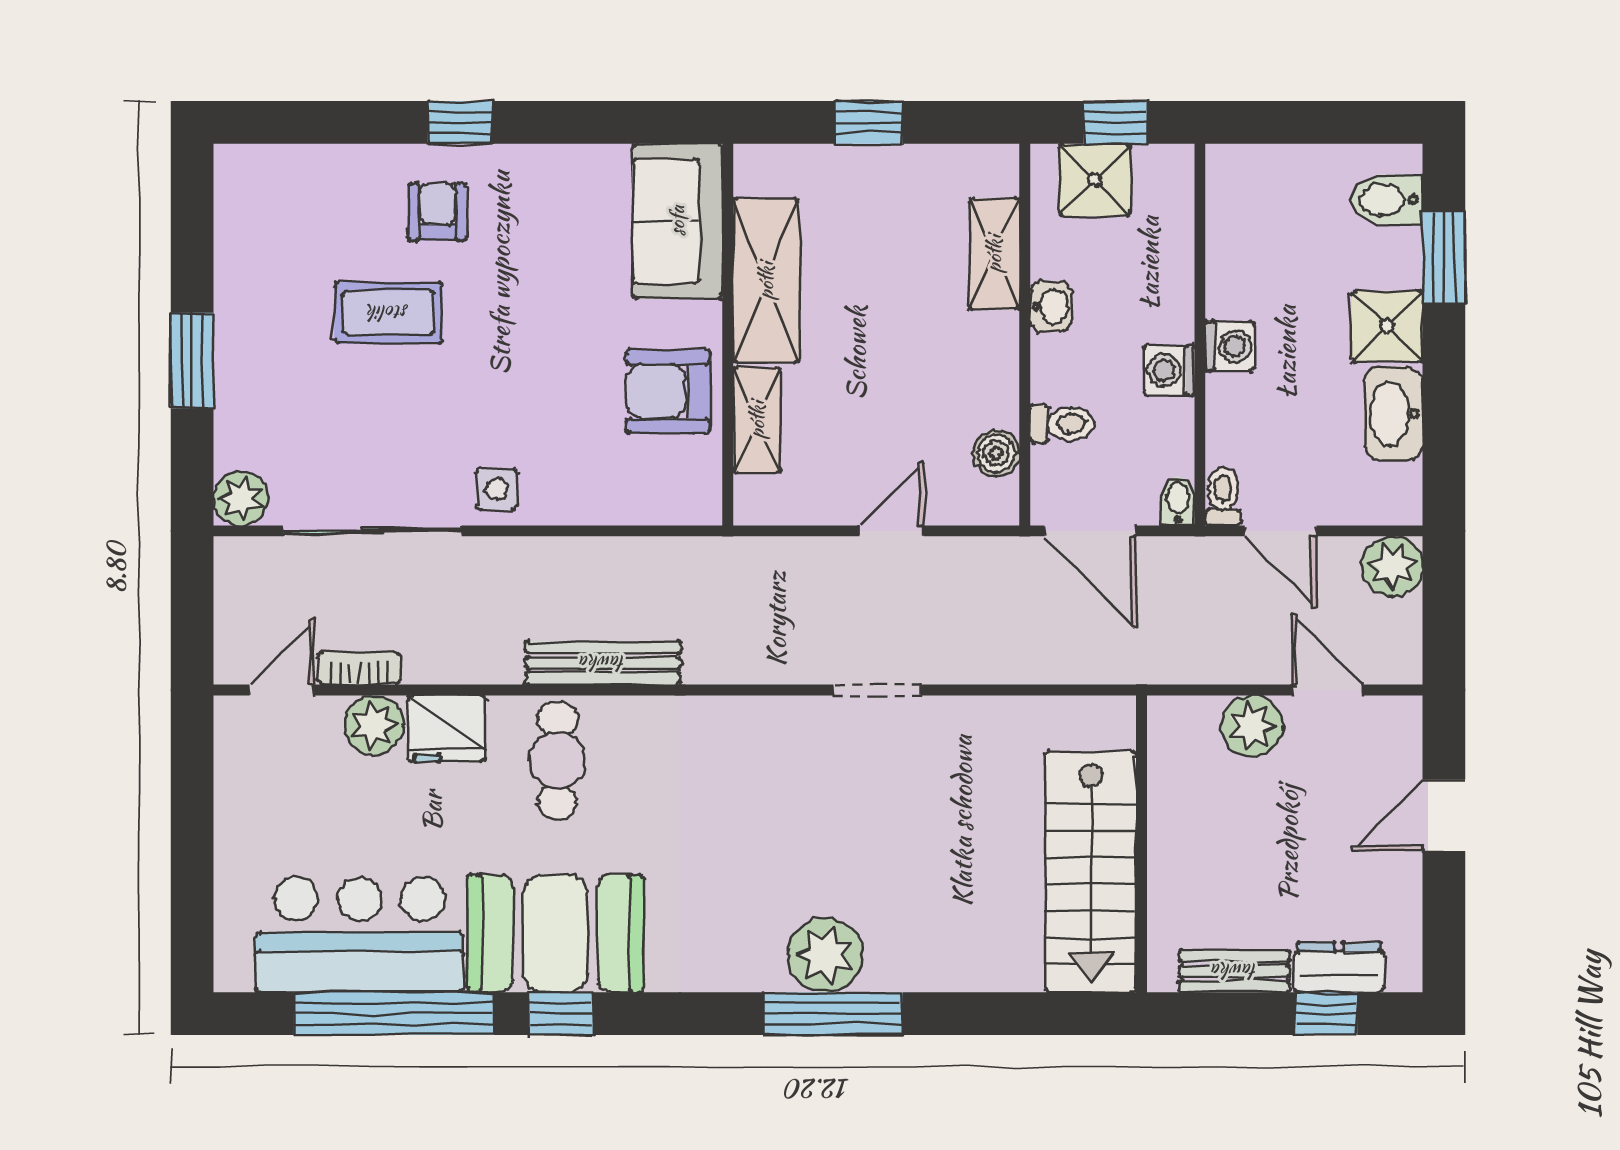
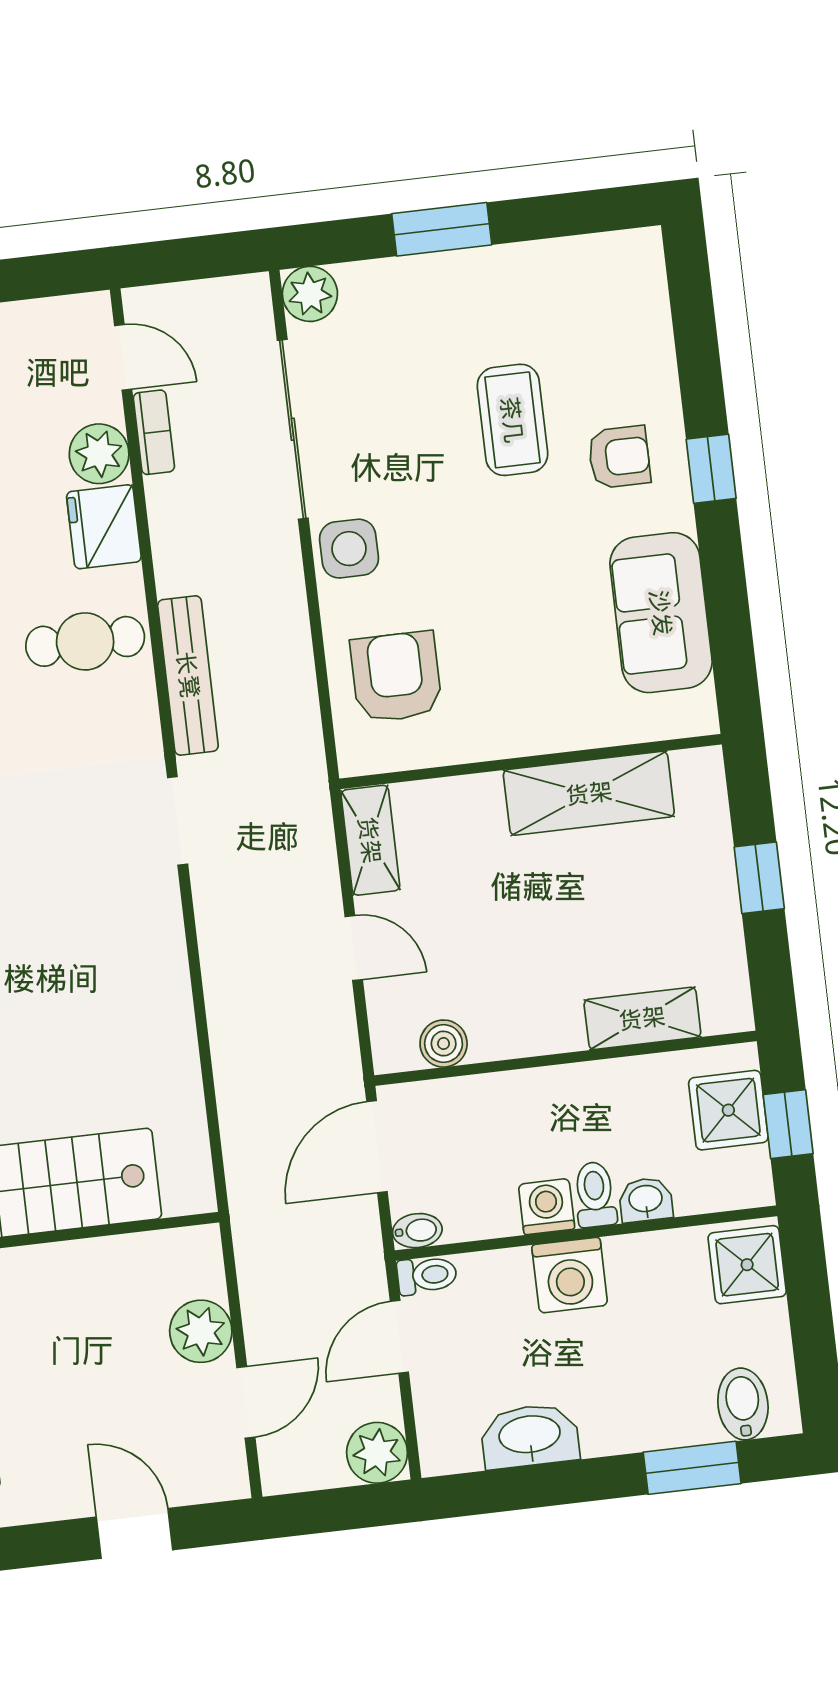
sofa: (677, 221) -> (661, 613), moved, turned -90
washbasin: (1051, 306) -> (646, 1200), moved, turned 180
shower: (1387, 326) -> (747, 1265), moved
washing machine: (1230, 346) -> (570, 1275), width x1.38, depth x1.38
armchair: (668, 391) -> (396, 677), moved
shelving: (757, 420) -> (370, 840), moved, turned 90
toilet: (1062, 424) -> (595, 1194), moved, turned 180
side table: (497, 489) -> (349, 549), width x1.37, depth x1.37
doorway: (877, 690) -> (178, 821), moved

